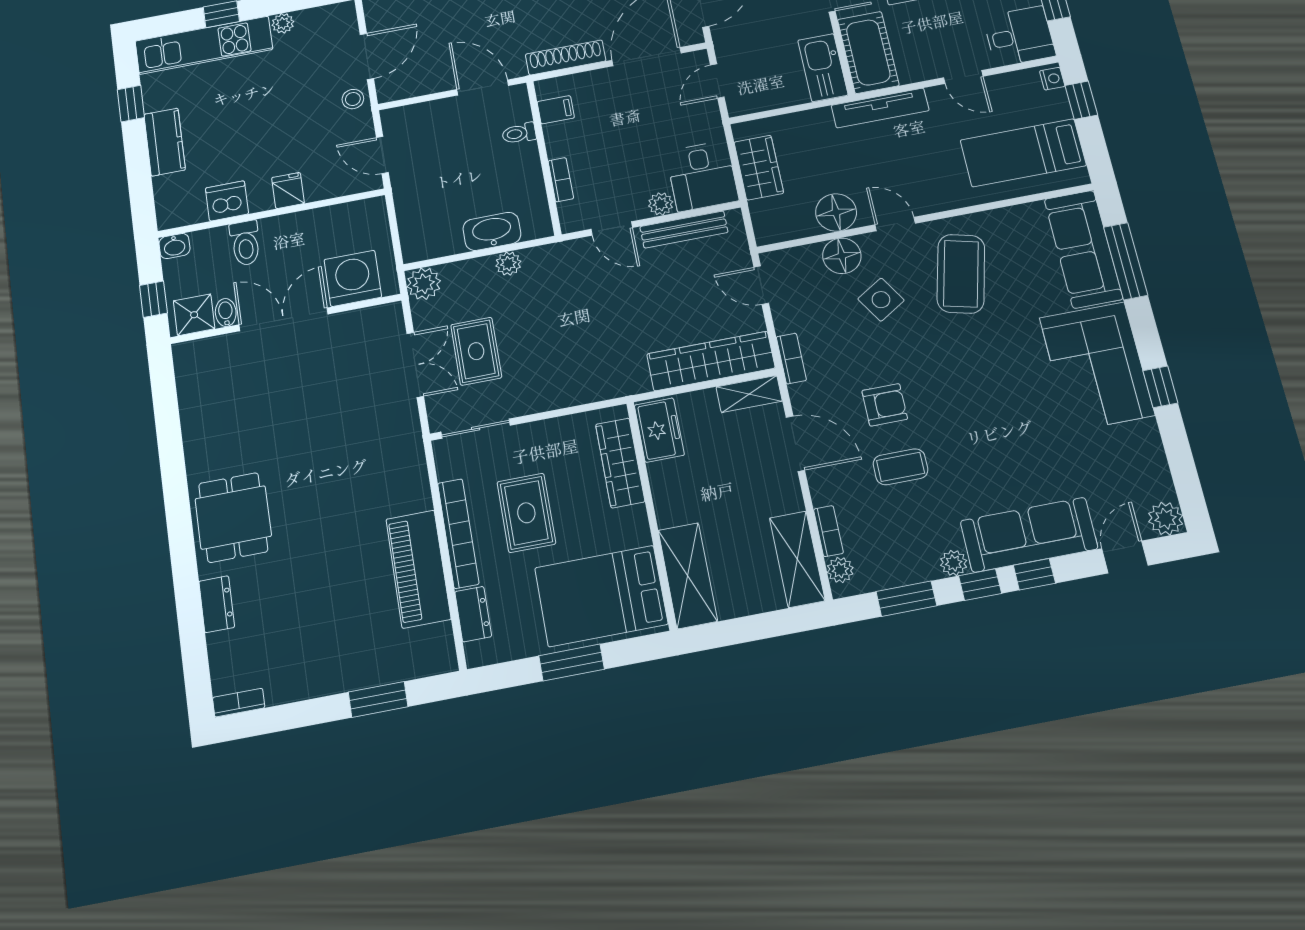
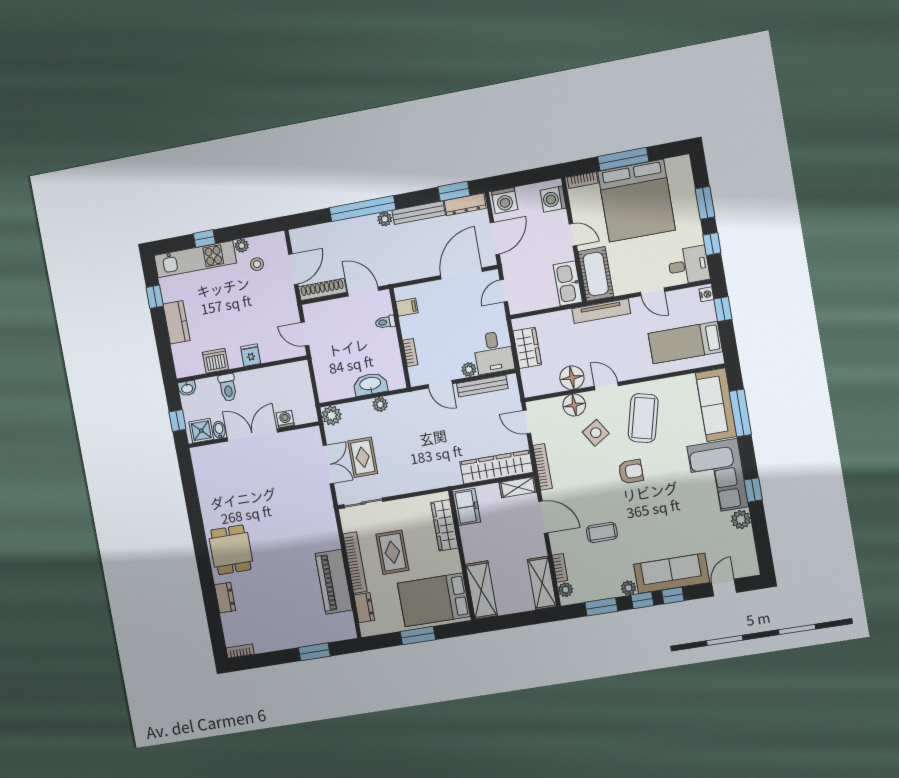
shoe rack: (566, 58) -> (322, 289), moved
stool: (353, 99) -> (257, 264), moved
washing machine: (353, 278) -> (285, 419), width x0.53, depth x0.53
bookcase: (791, 359) -> (543, 467), width x1.56
armchair: (885, 405) -> (631, 472), moved
plant: (1166, 519) -> (741, 520), moved

